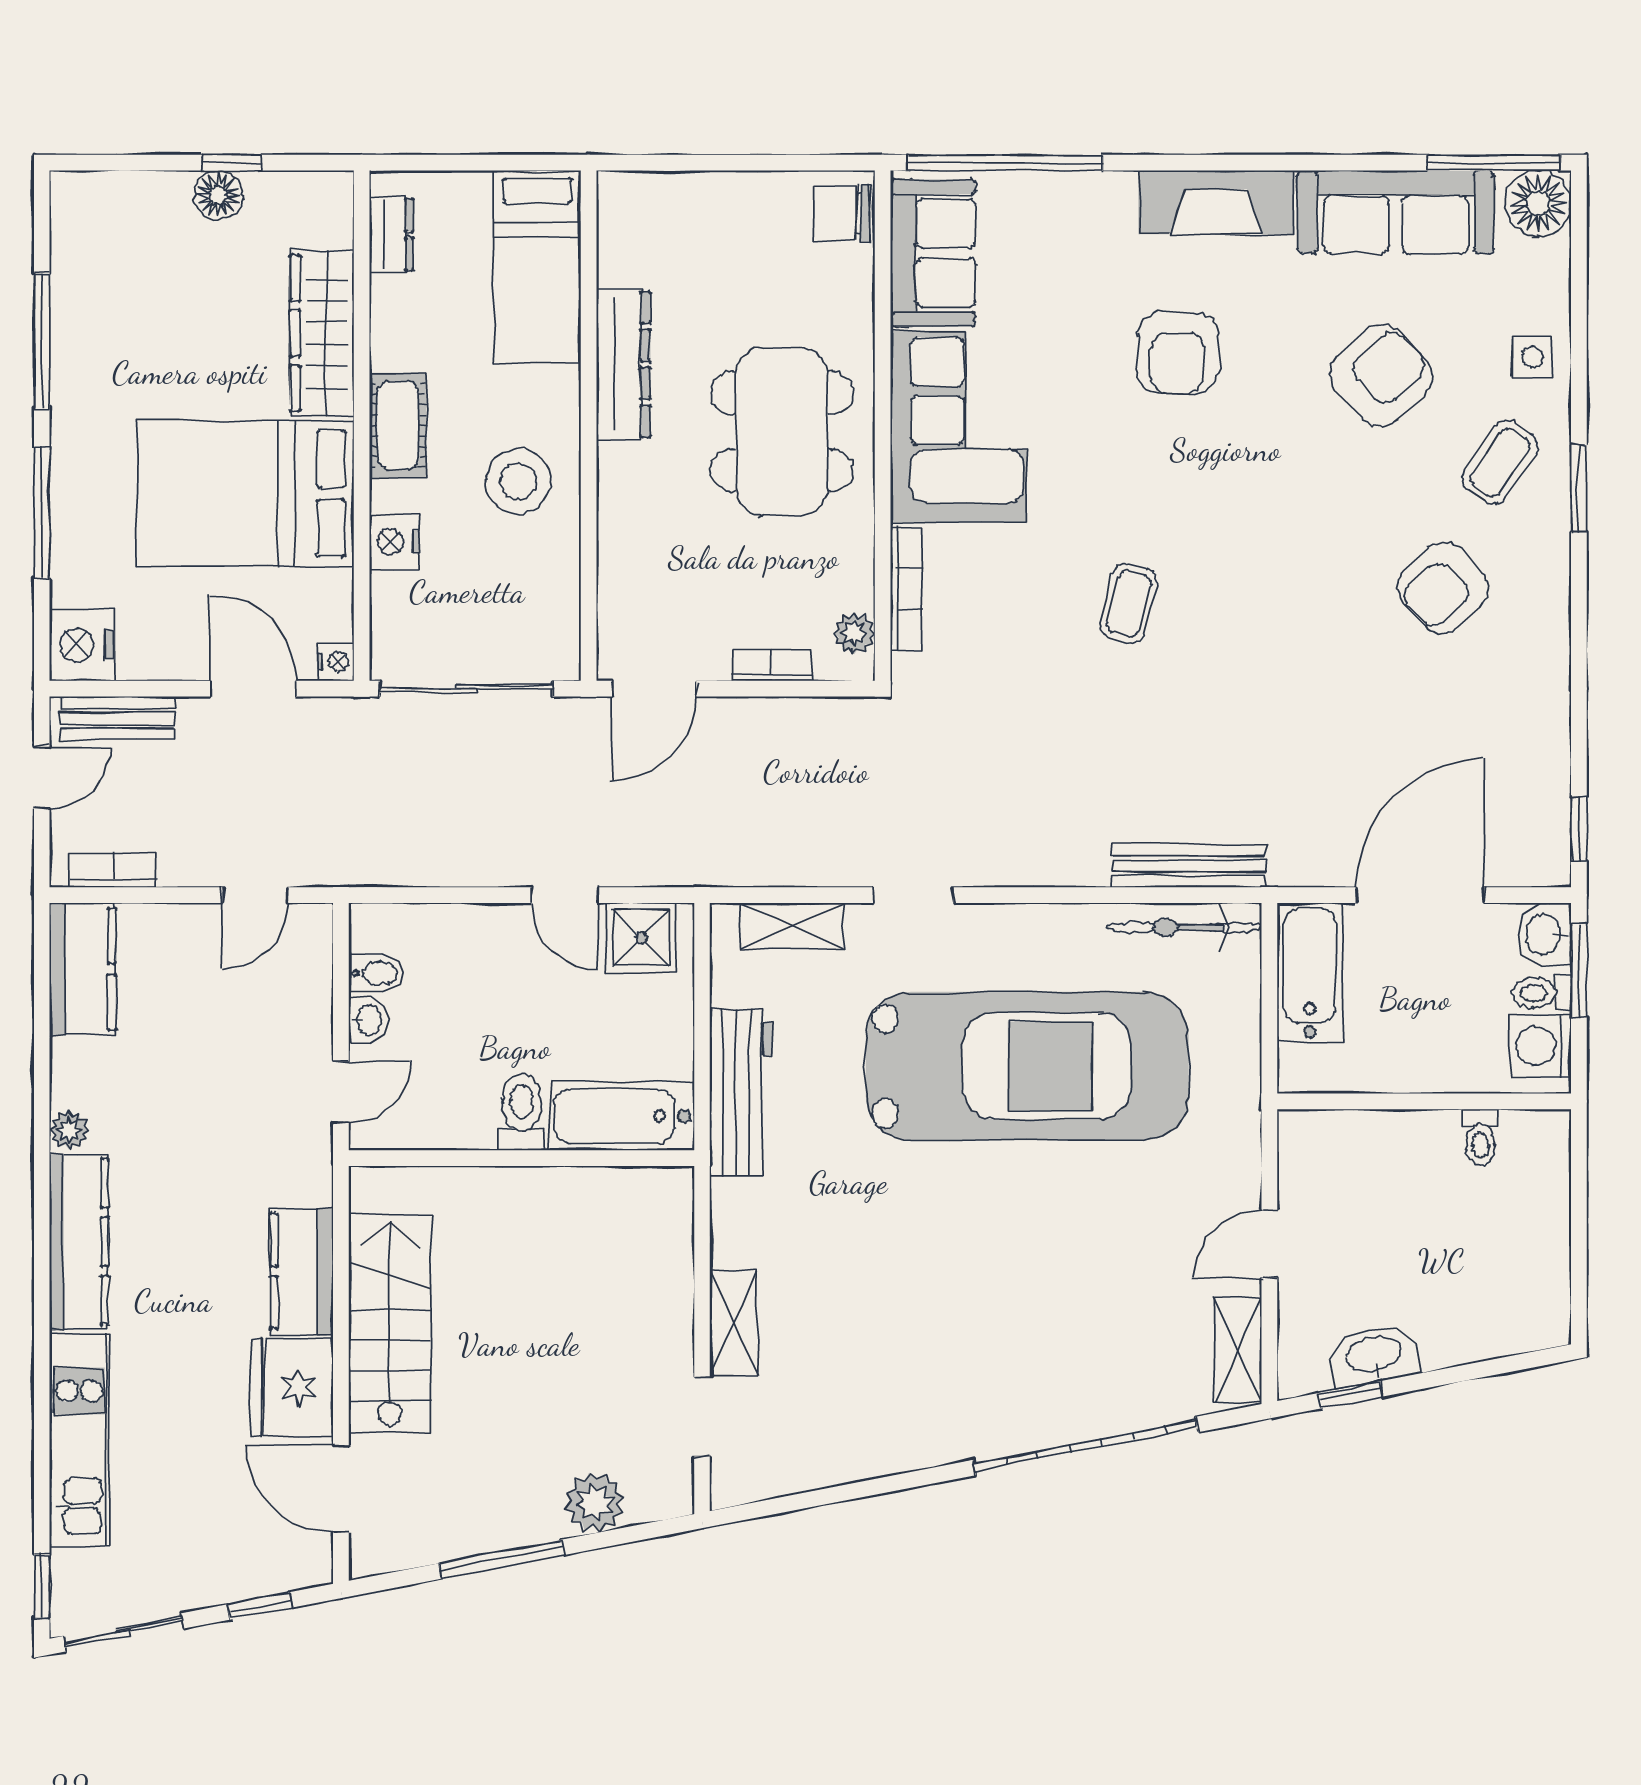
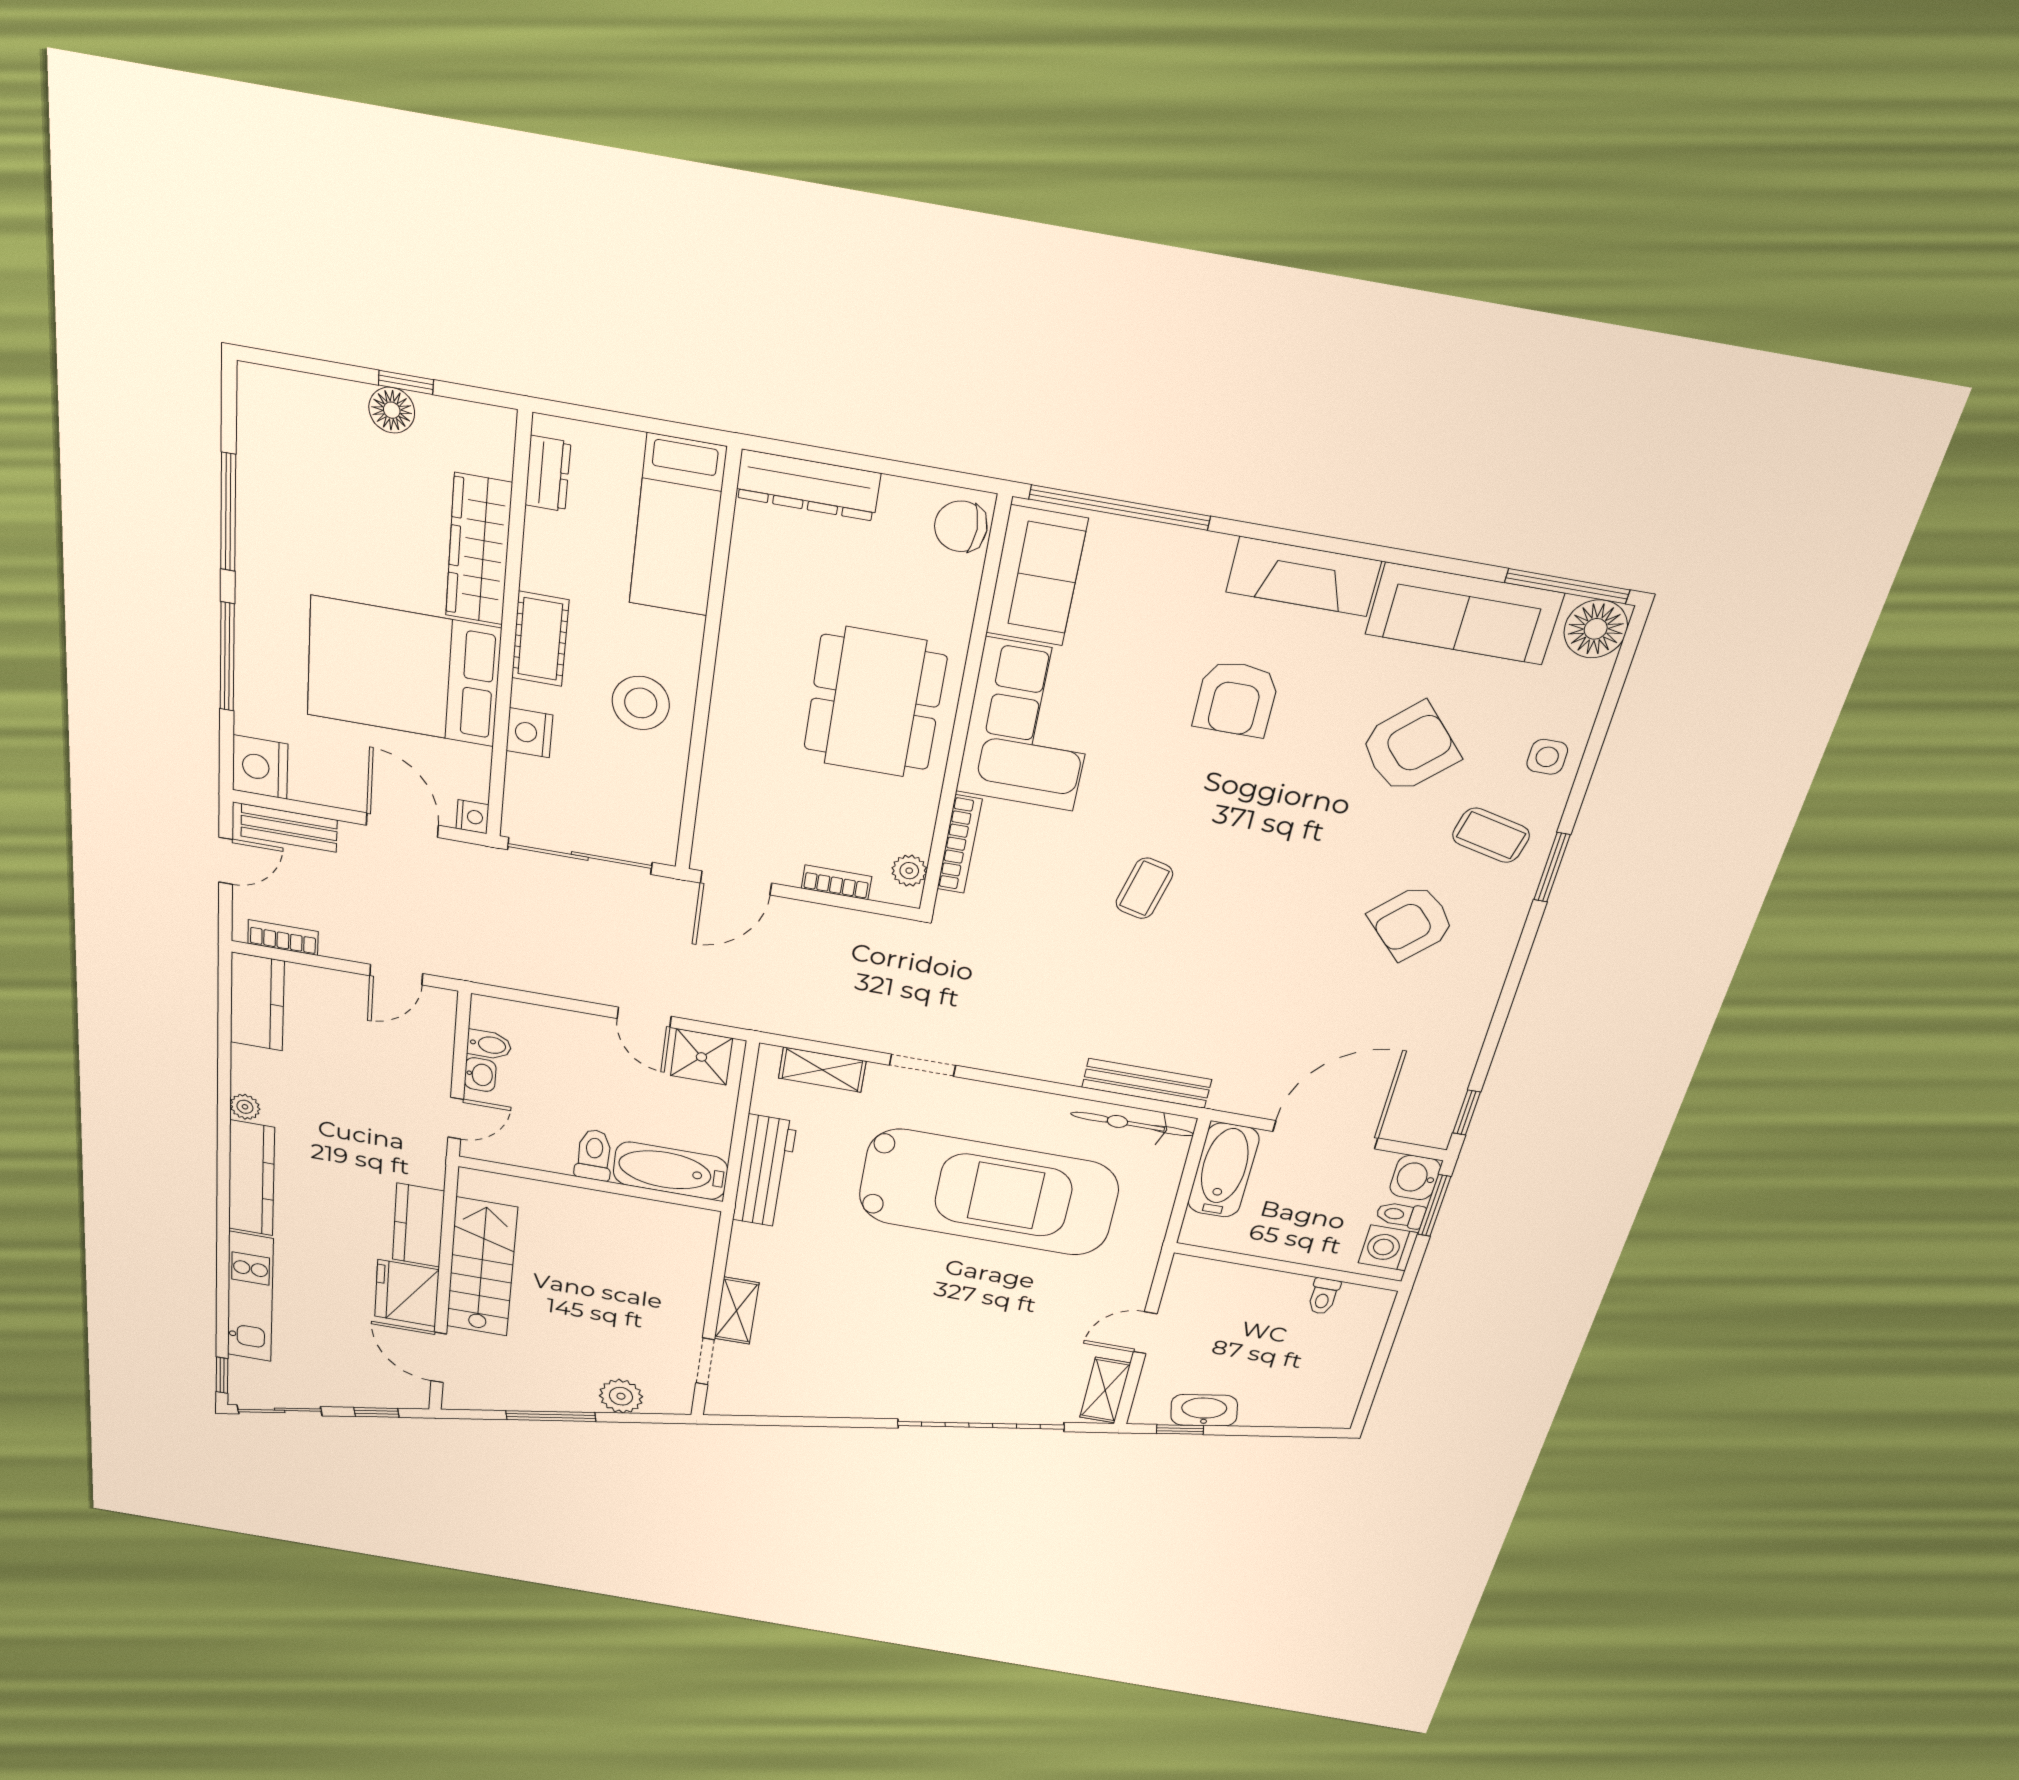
dresser: (623, 364) -> (808, 485), moved, turned 90
coffee table: (1500, 462) -> (1491, 835), turned 69

